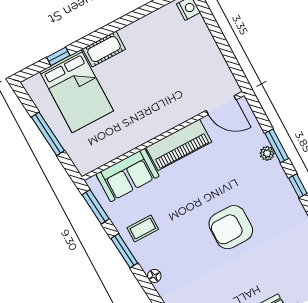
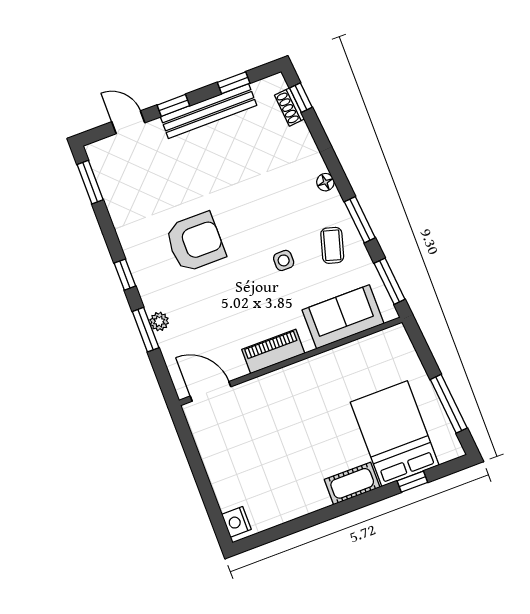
window: (48, 134) -> (449, 404), moved
piano: (179, 145) -> (273, 351), width x0.73, depth x0.75
side table: (178, 212) -> (284, 260), added
armchair: (231, 227) -> (195, 242), moved
coffee table: (143, 228) -> (332, 245), turned -74

